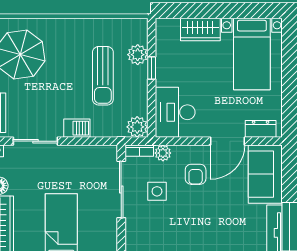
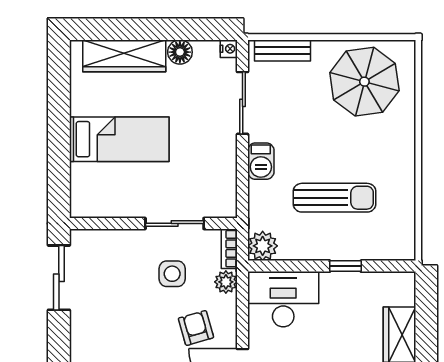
plant: (138, 55) -> (364, 246), removed
sun lounger: (103, 76) -> (334, 198), turned 180
armchair: (196, 174) -> (196, 328), turned 74
sliding door: (121, 190) -> (175, 223), width x0.73

